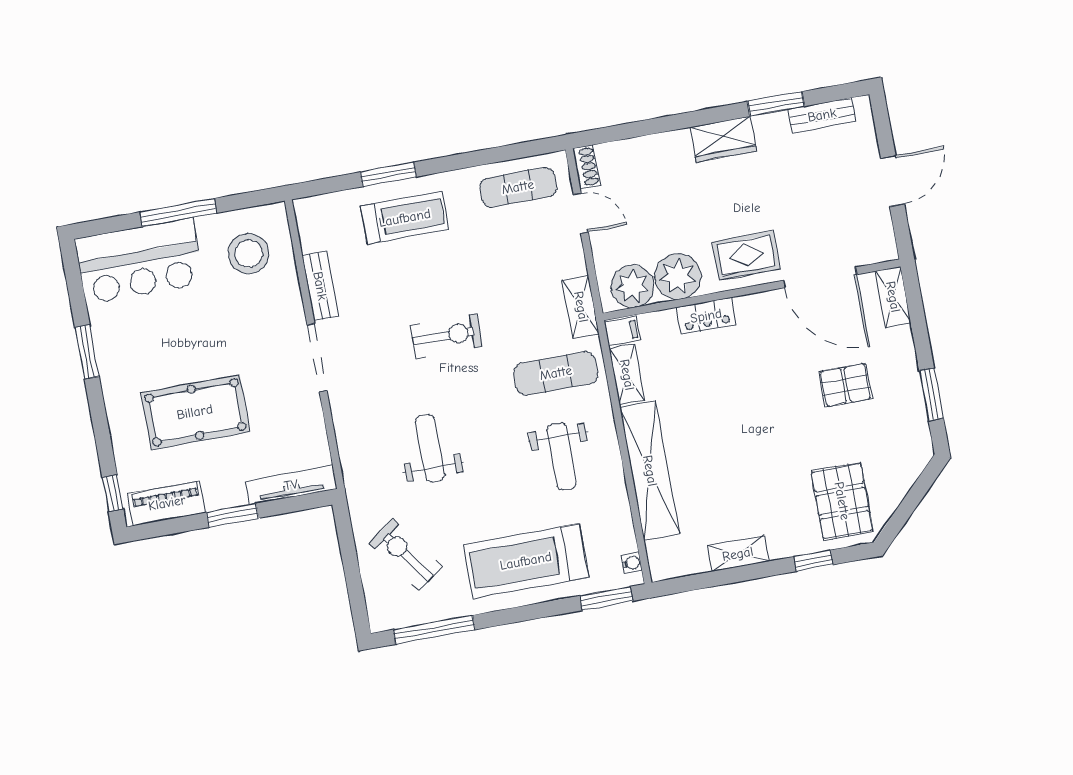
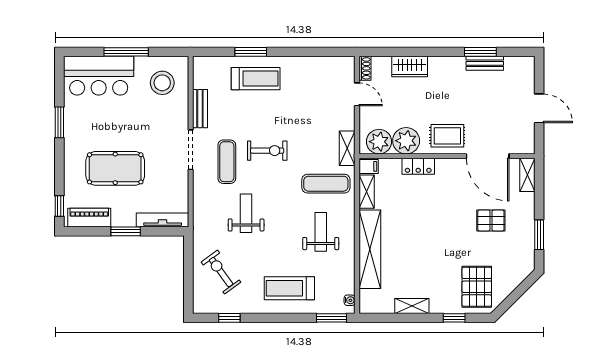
bench: (822, 115) -> (485, 63), moved
wardrobe: (723, 139) -> (410, 67), moved
door: (893, 181) -> (539, 108), hinge flipped
exercise mat: (518, 187) -> (227, 162), moved, turned 90
weight bench: (562, 456) -> (321, 232), turned 180
treadmill: (526, 561) -> (289, 288), width x0.73, depth x0.73
window: (434, 630) -> (229, 318), width x0.46

